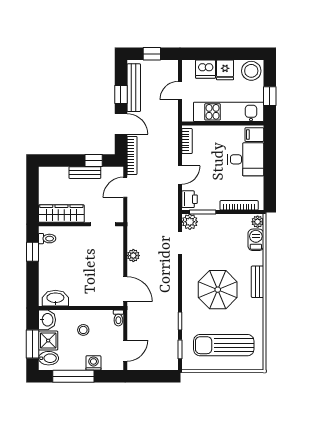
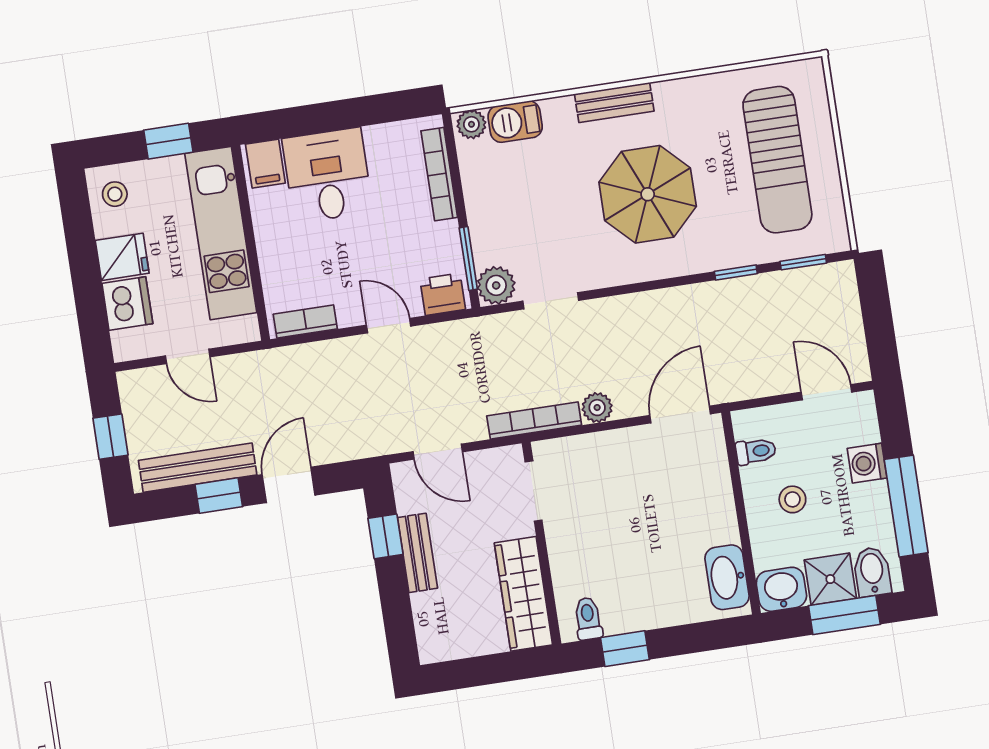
stool: (251, 71) -> (115, 194), width x0.53, depth x0.53
bookcase: (132, 155) -> (534, 420), moved
toilet: (118, 318) -> (756, 451), moved

